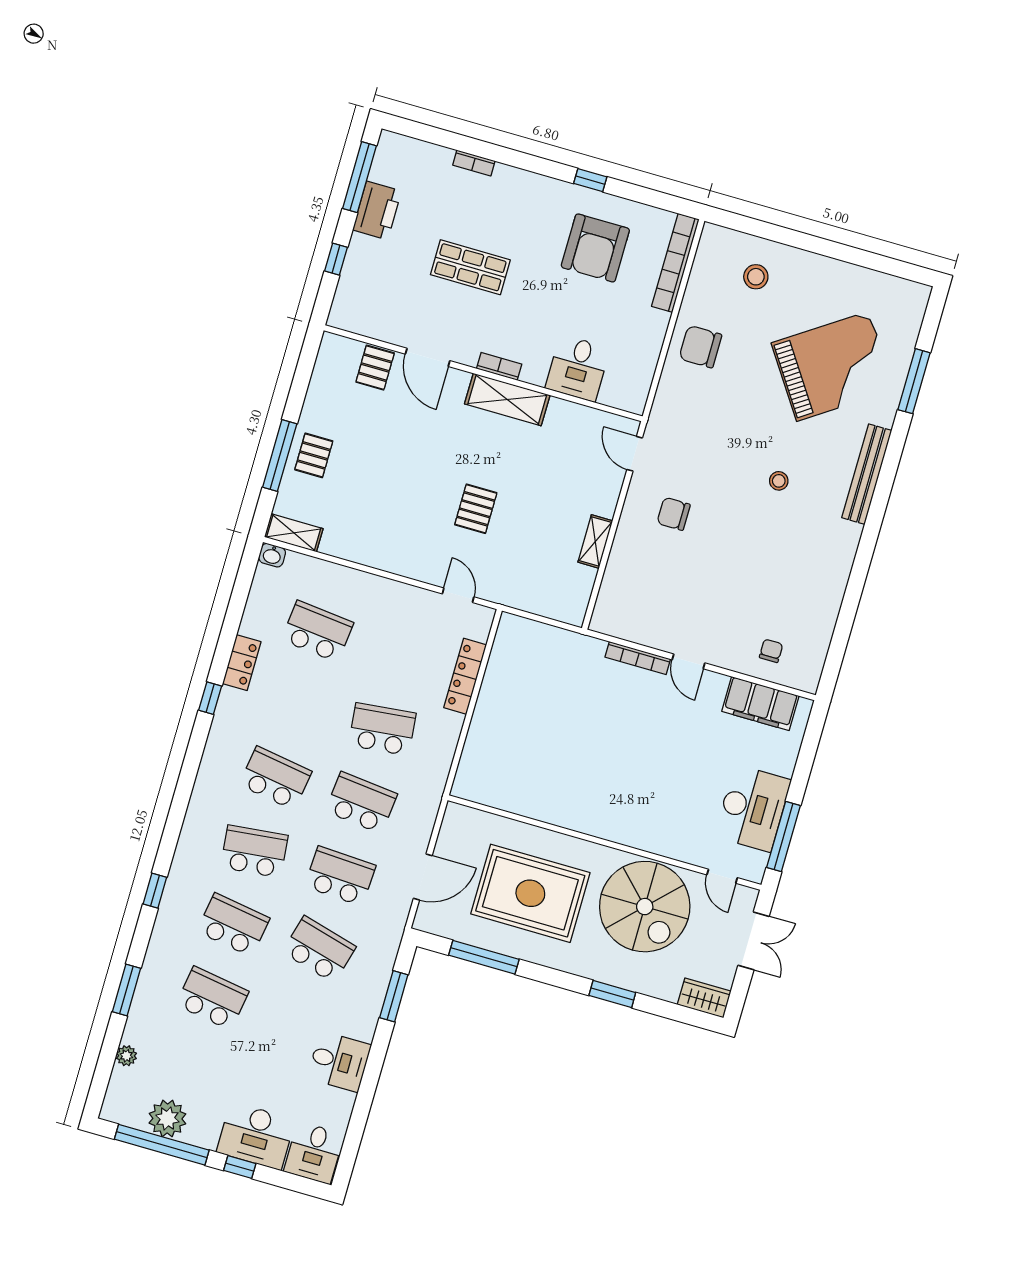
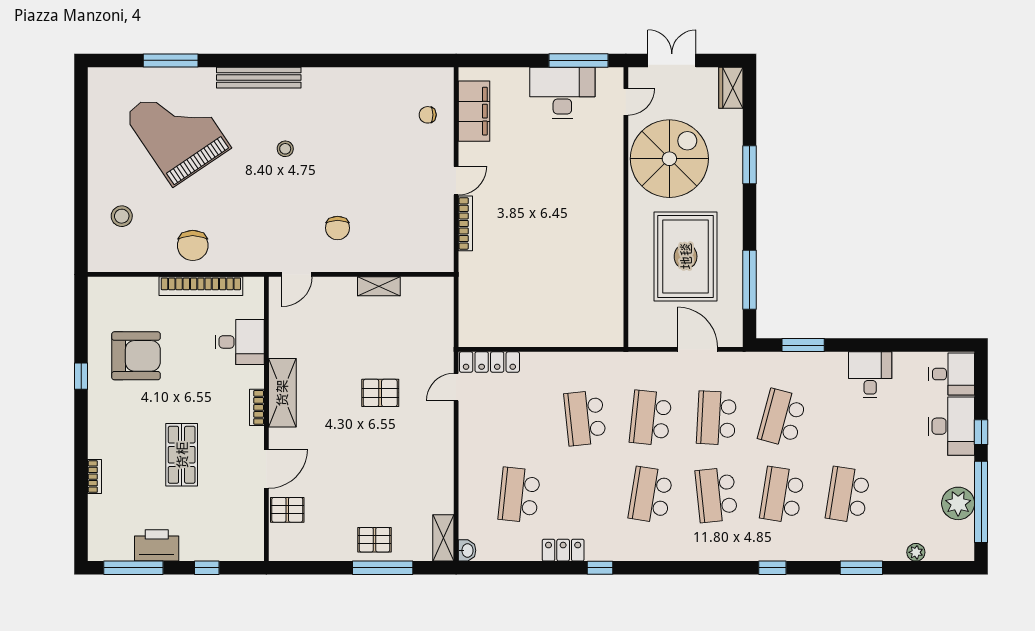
bookcase: (675, 263) -> (201, 286), moved
locker: (465, 676) -> (489, 362), moved

